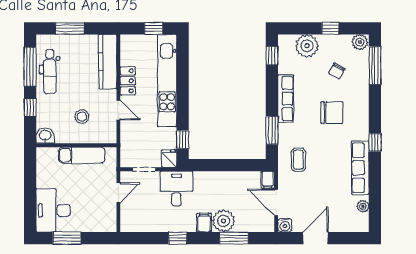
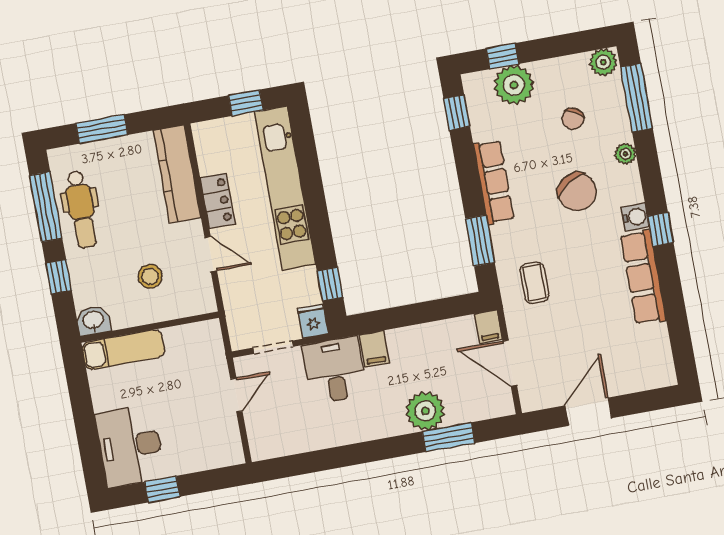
window: (330, 28) -> (502, 56), moved
chair: (332, 113) -> (577, 192), turned 58
exam couch: (82, 155) -> (123, 349), moved
plant: (363, 206) -> (625, 154), moved
filing cabinet: (204, 223) -> (374, 349), moved, turned 180
water cooler: (285, 225) -> (635, 217), moved, turned -90
window: (67, 238) -> (162, 489), width x0.67
window: (178, 238) -> (352, 455), removed

